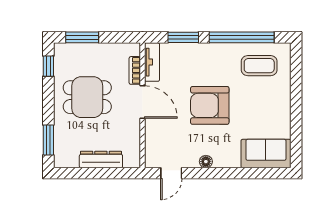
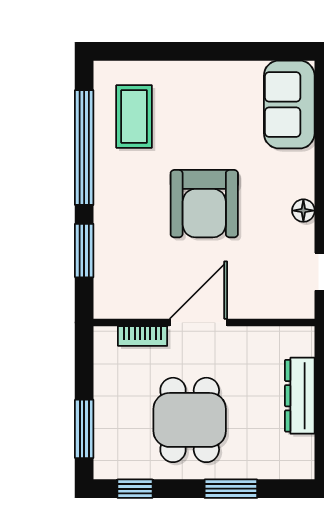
tv unit: (152, 62) -> (128, 306), removed
window: (48, 140) -> (231, 489), moved

